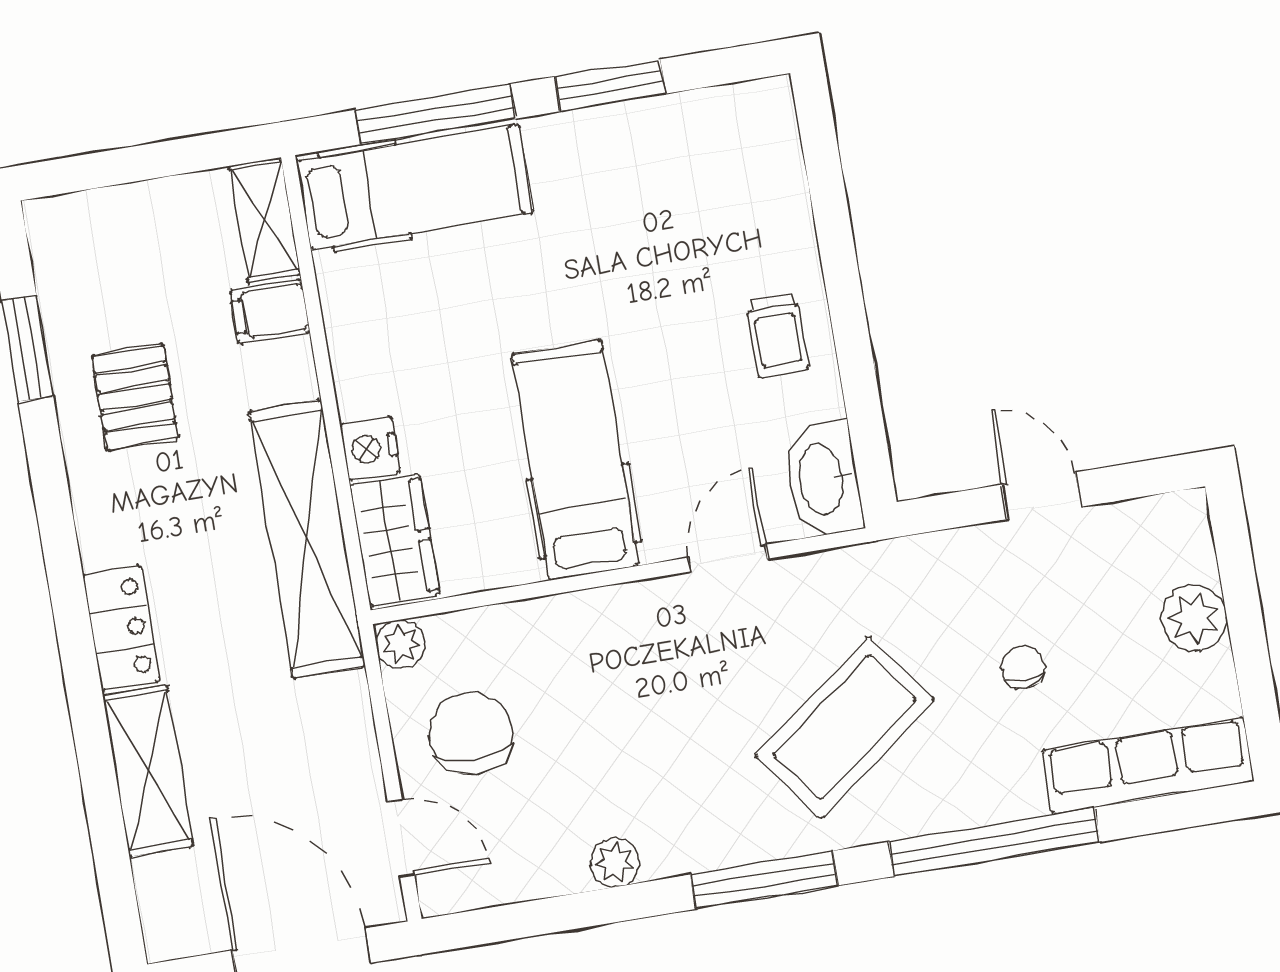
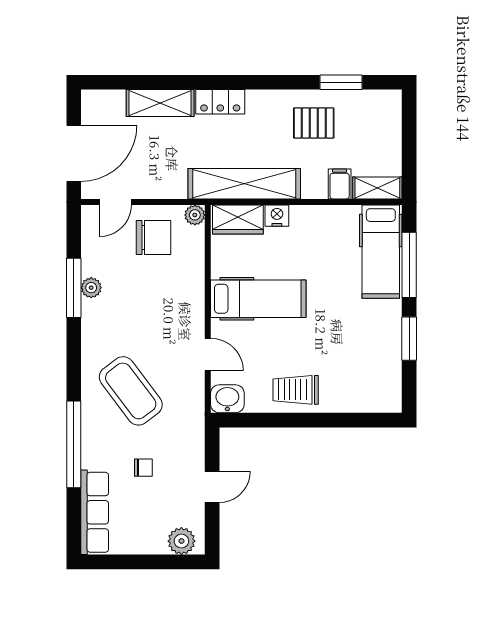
trolley: (777, 335) -> (296, 390), width x1.36, depth x1.39
washbasin: (823, 479) -> (227, 399), width x0.72
plant: (1194, 618) -> (181, 541), moved
window: (764, 880) -> (74, 288), moved

